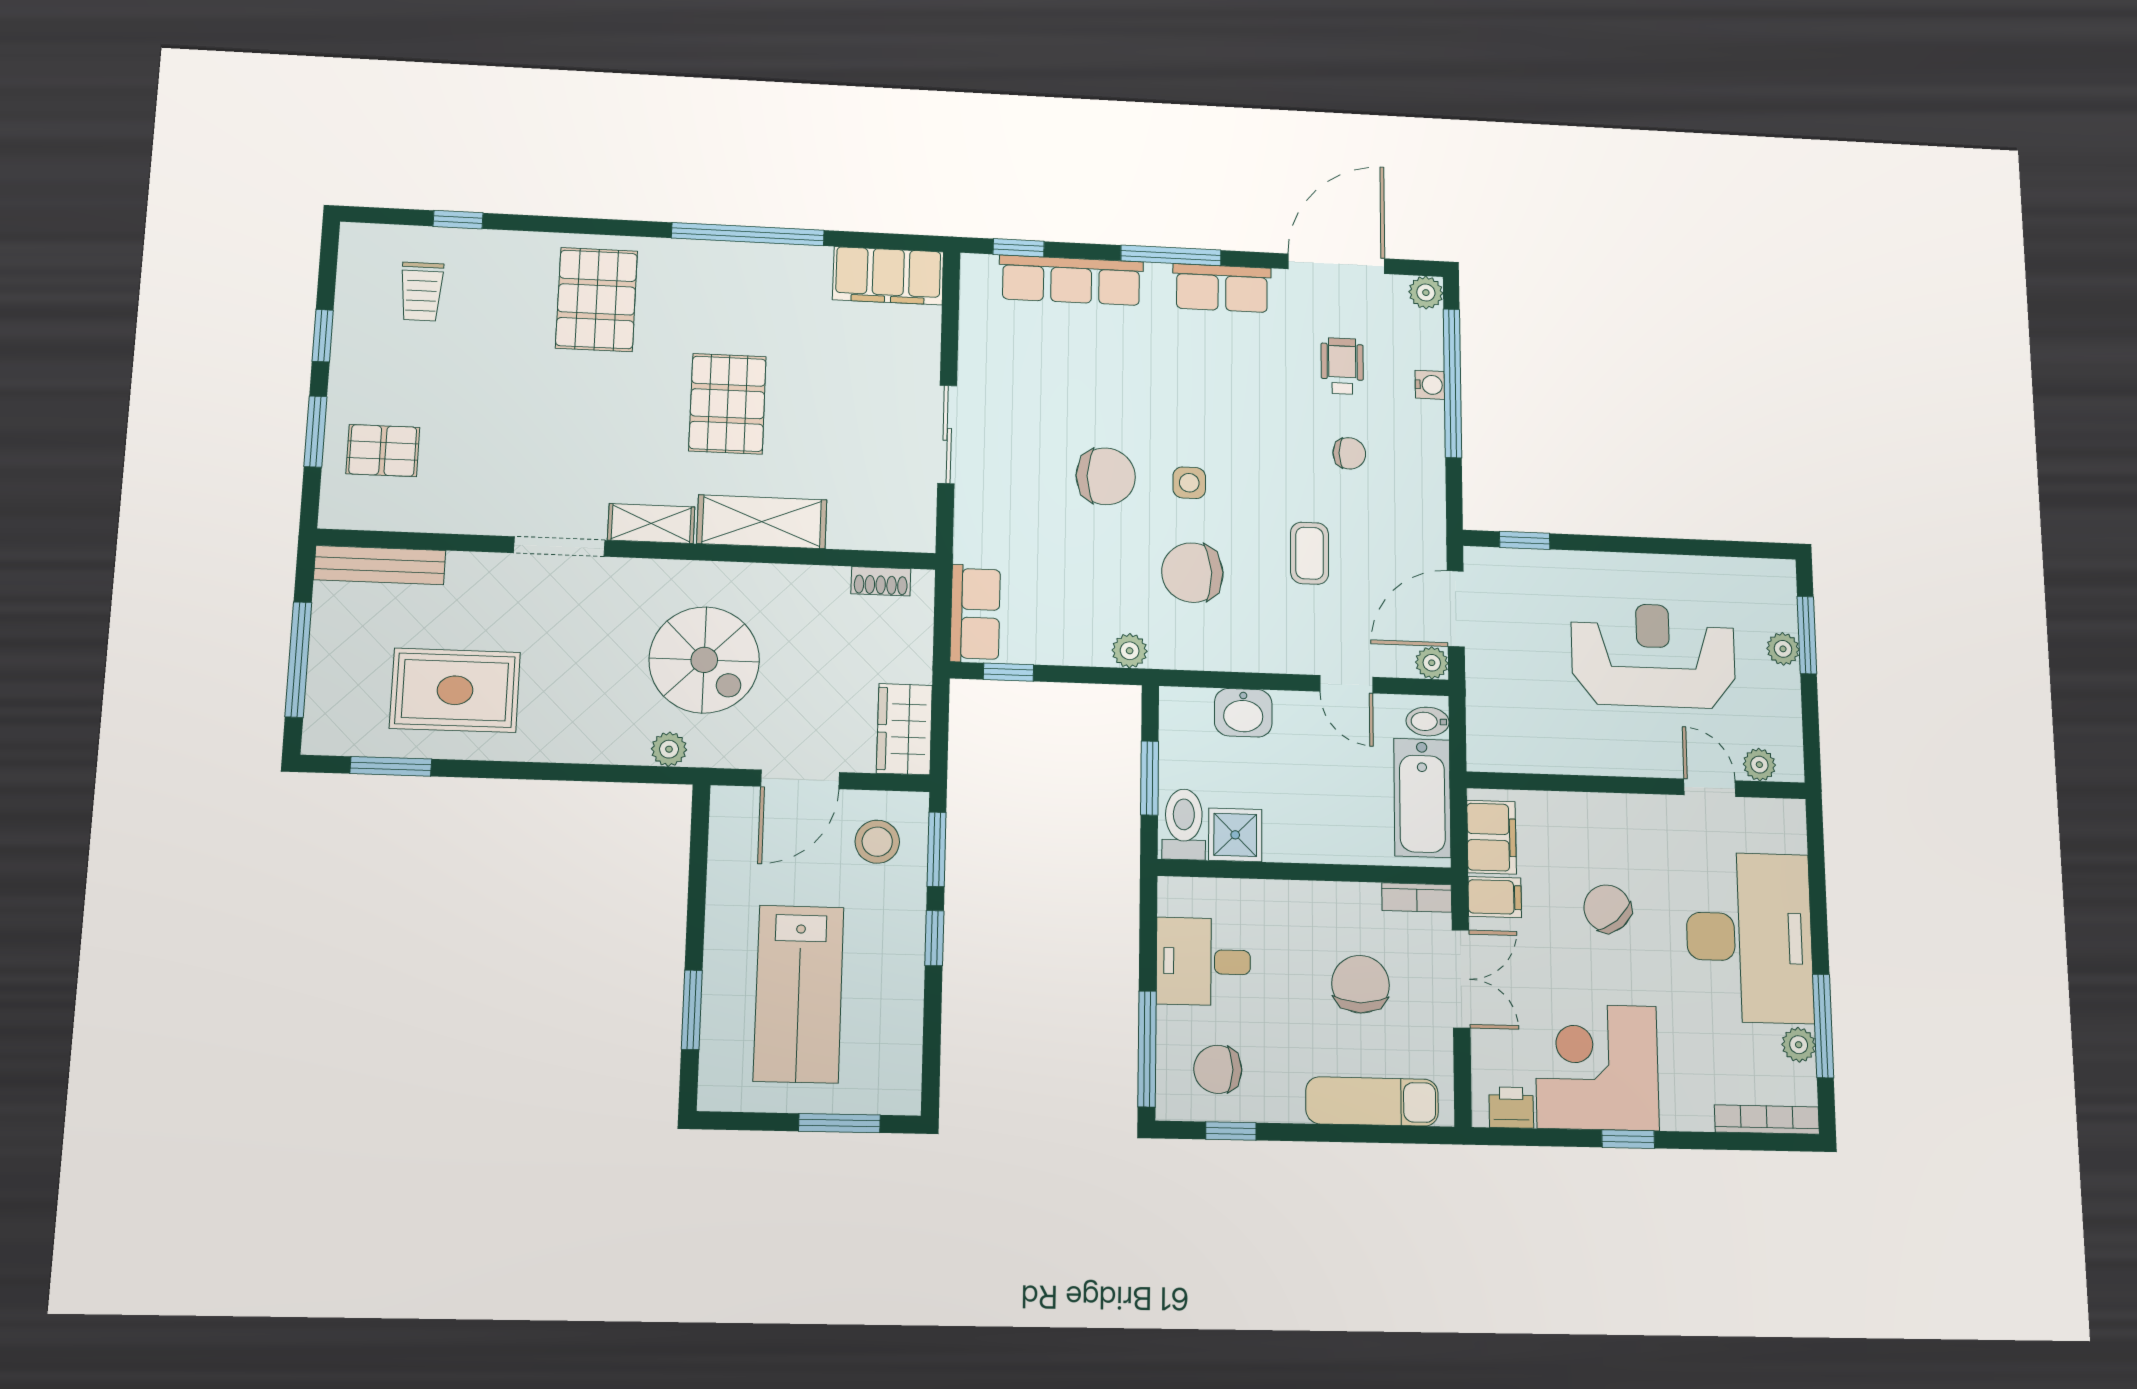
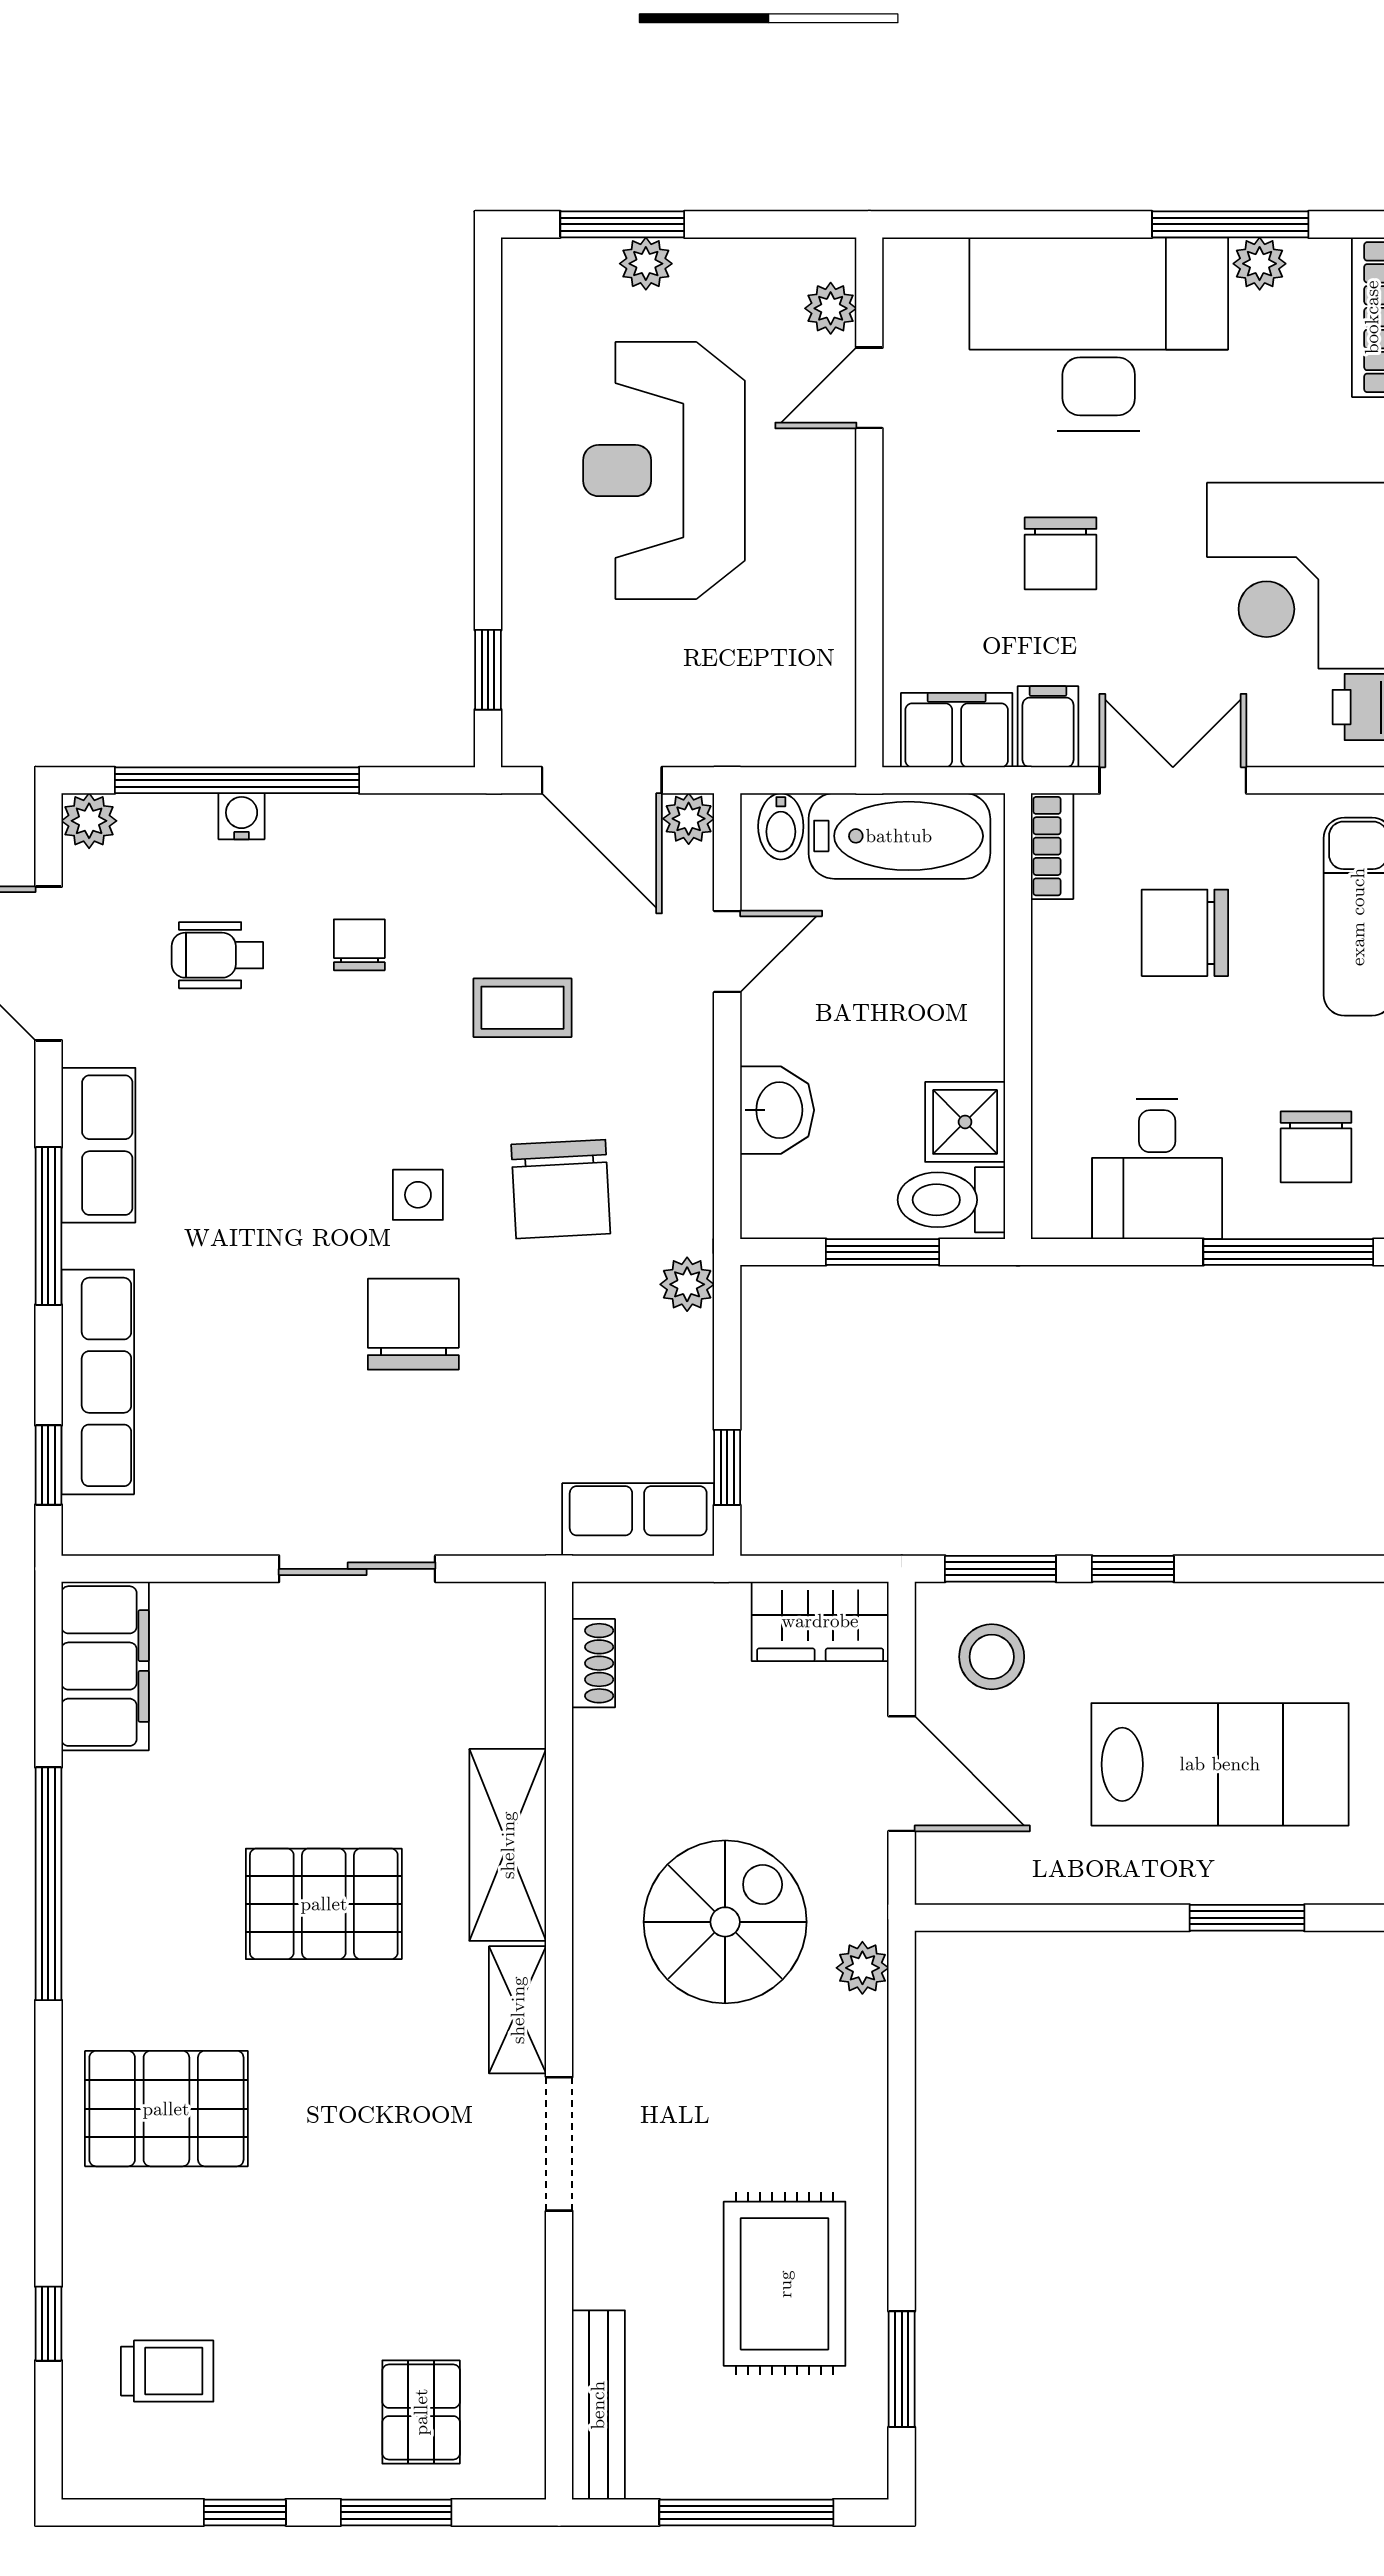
chair: (1607, 908) -> (1060, 553), turned -49

